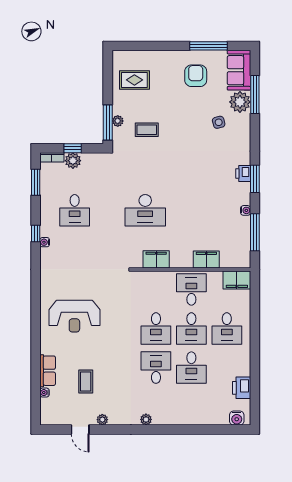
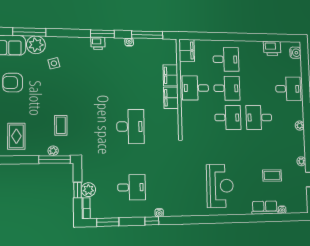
filing cabinet: (156, 259) -> (171, 98), moved
desk: (191, 368) -> (288, 89), moved

